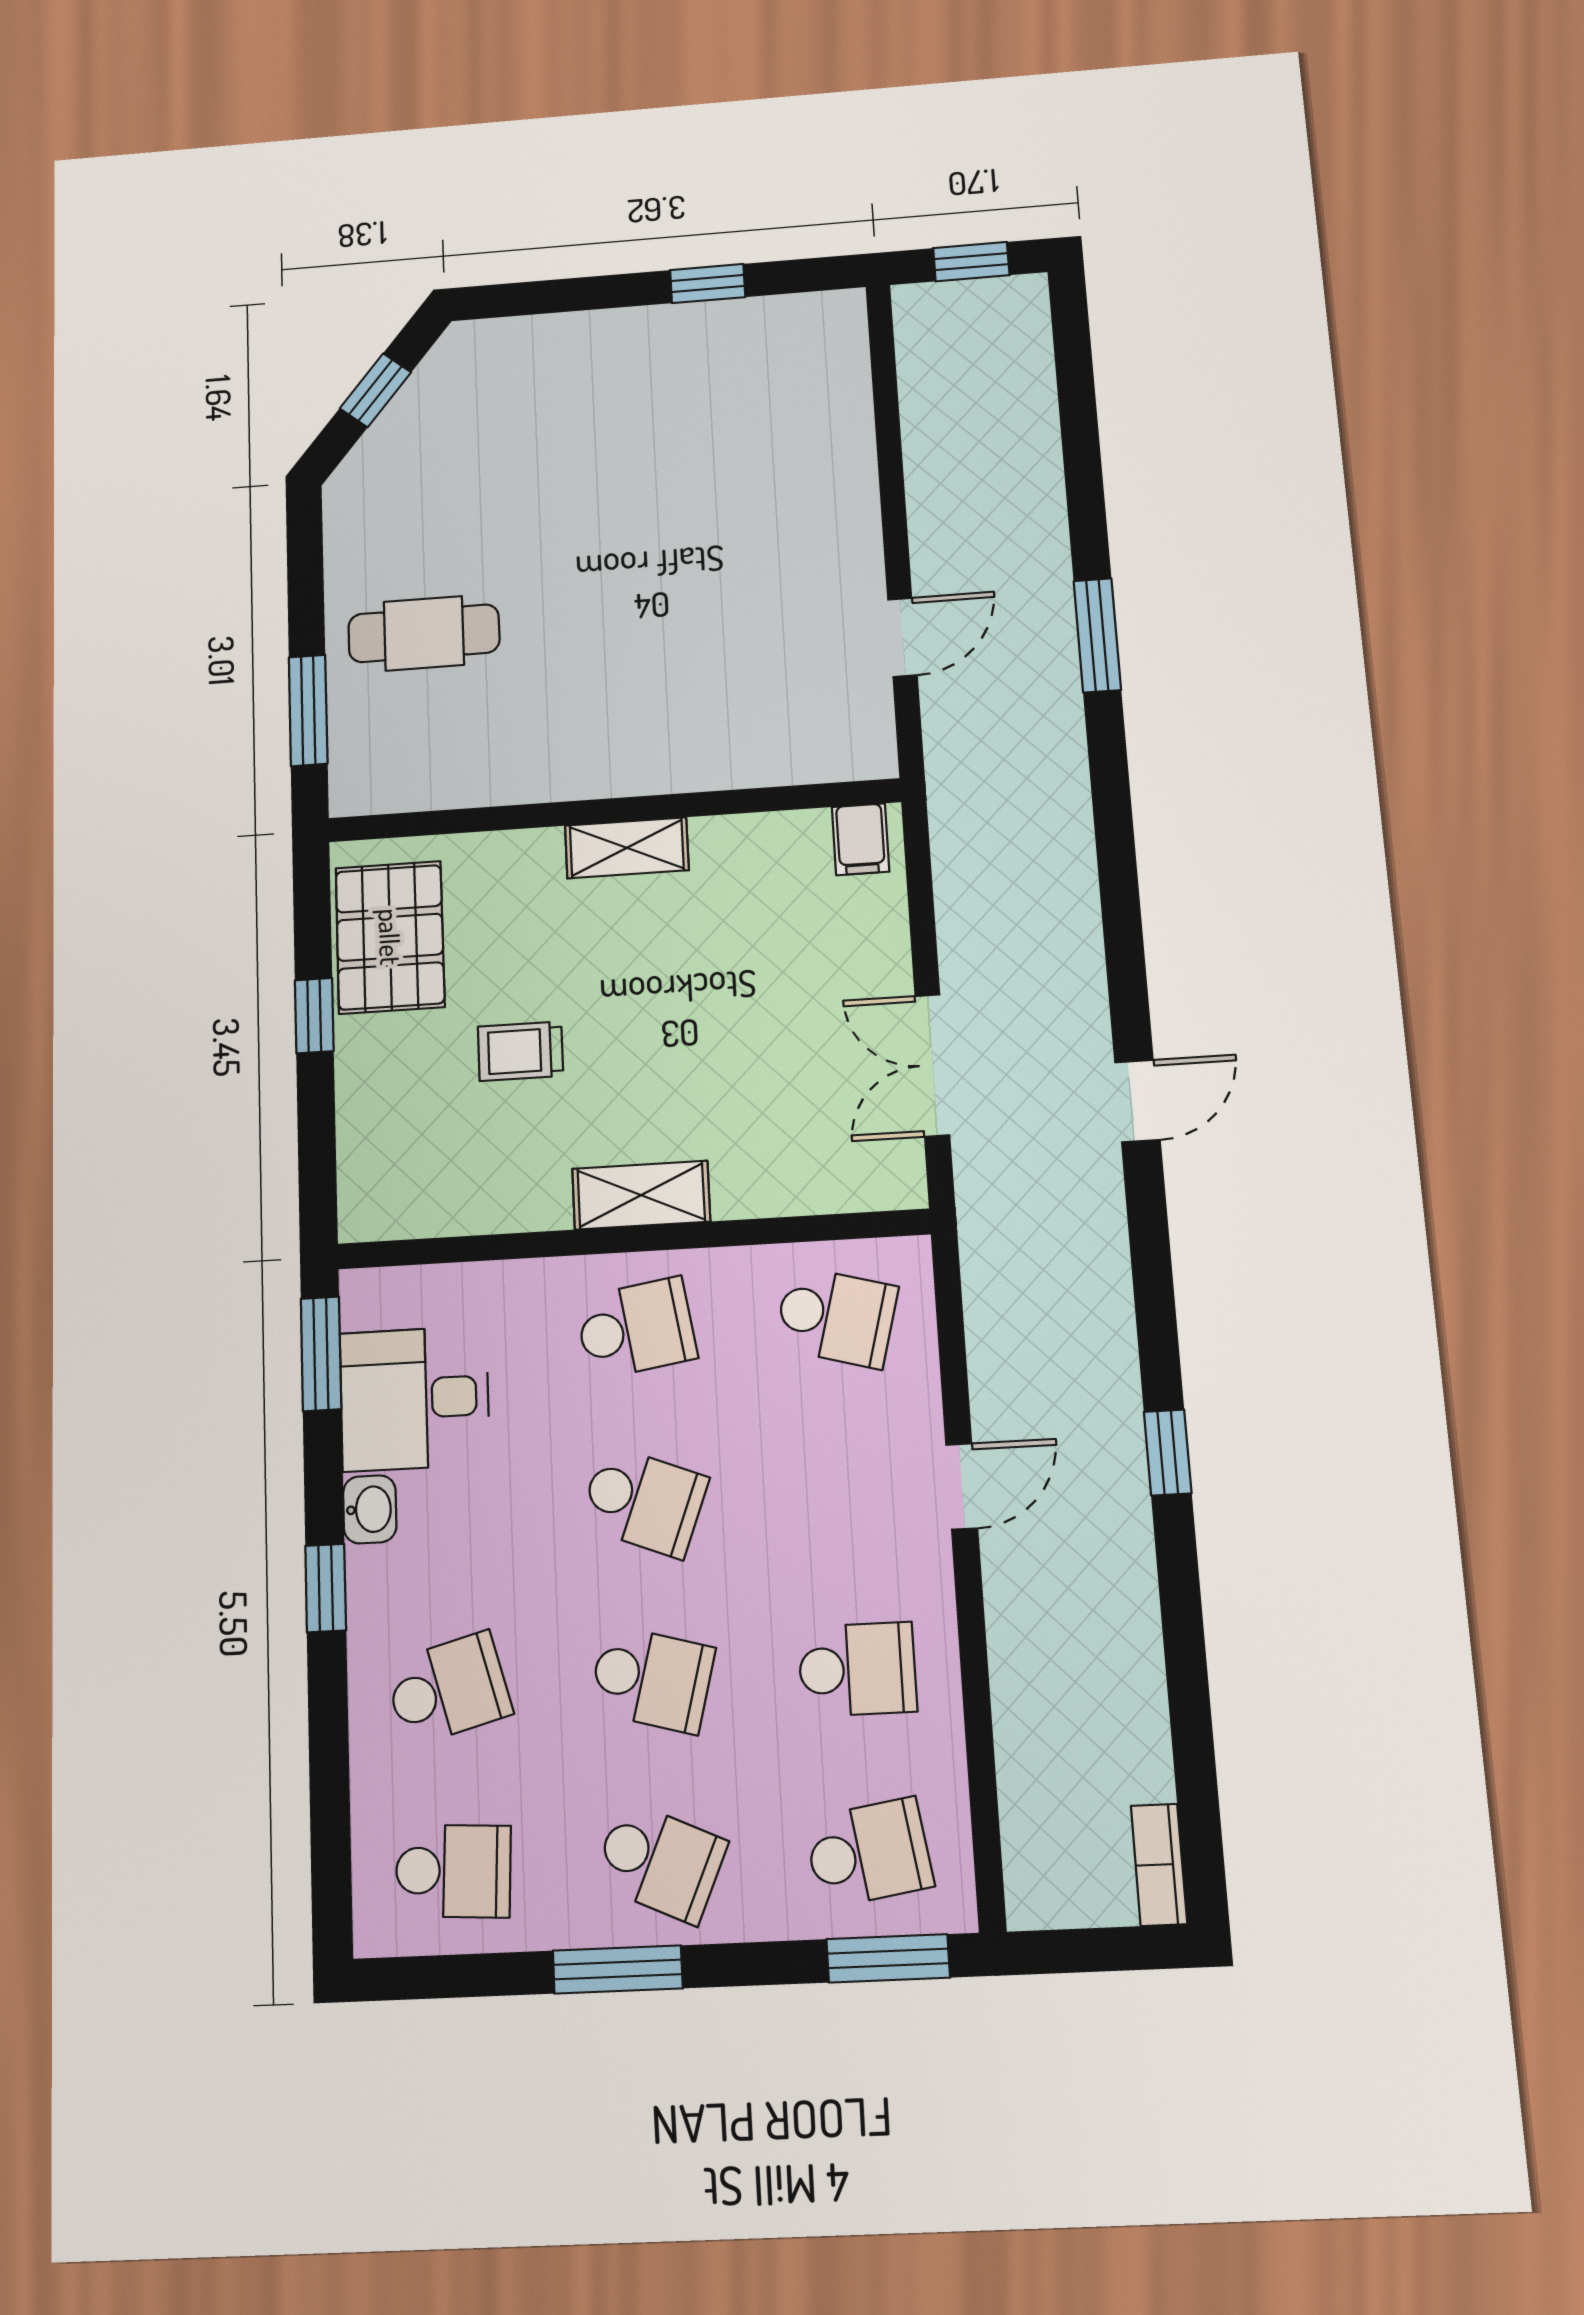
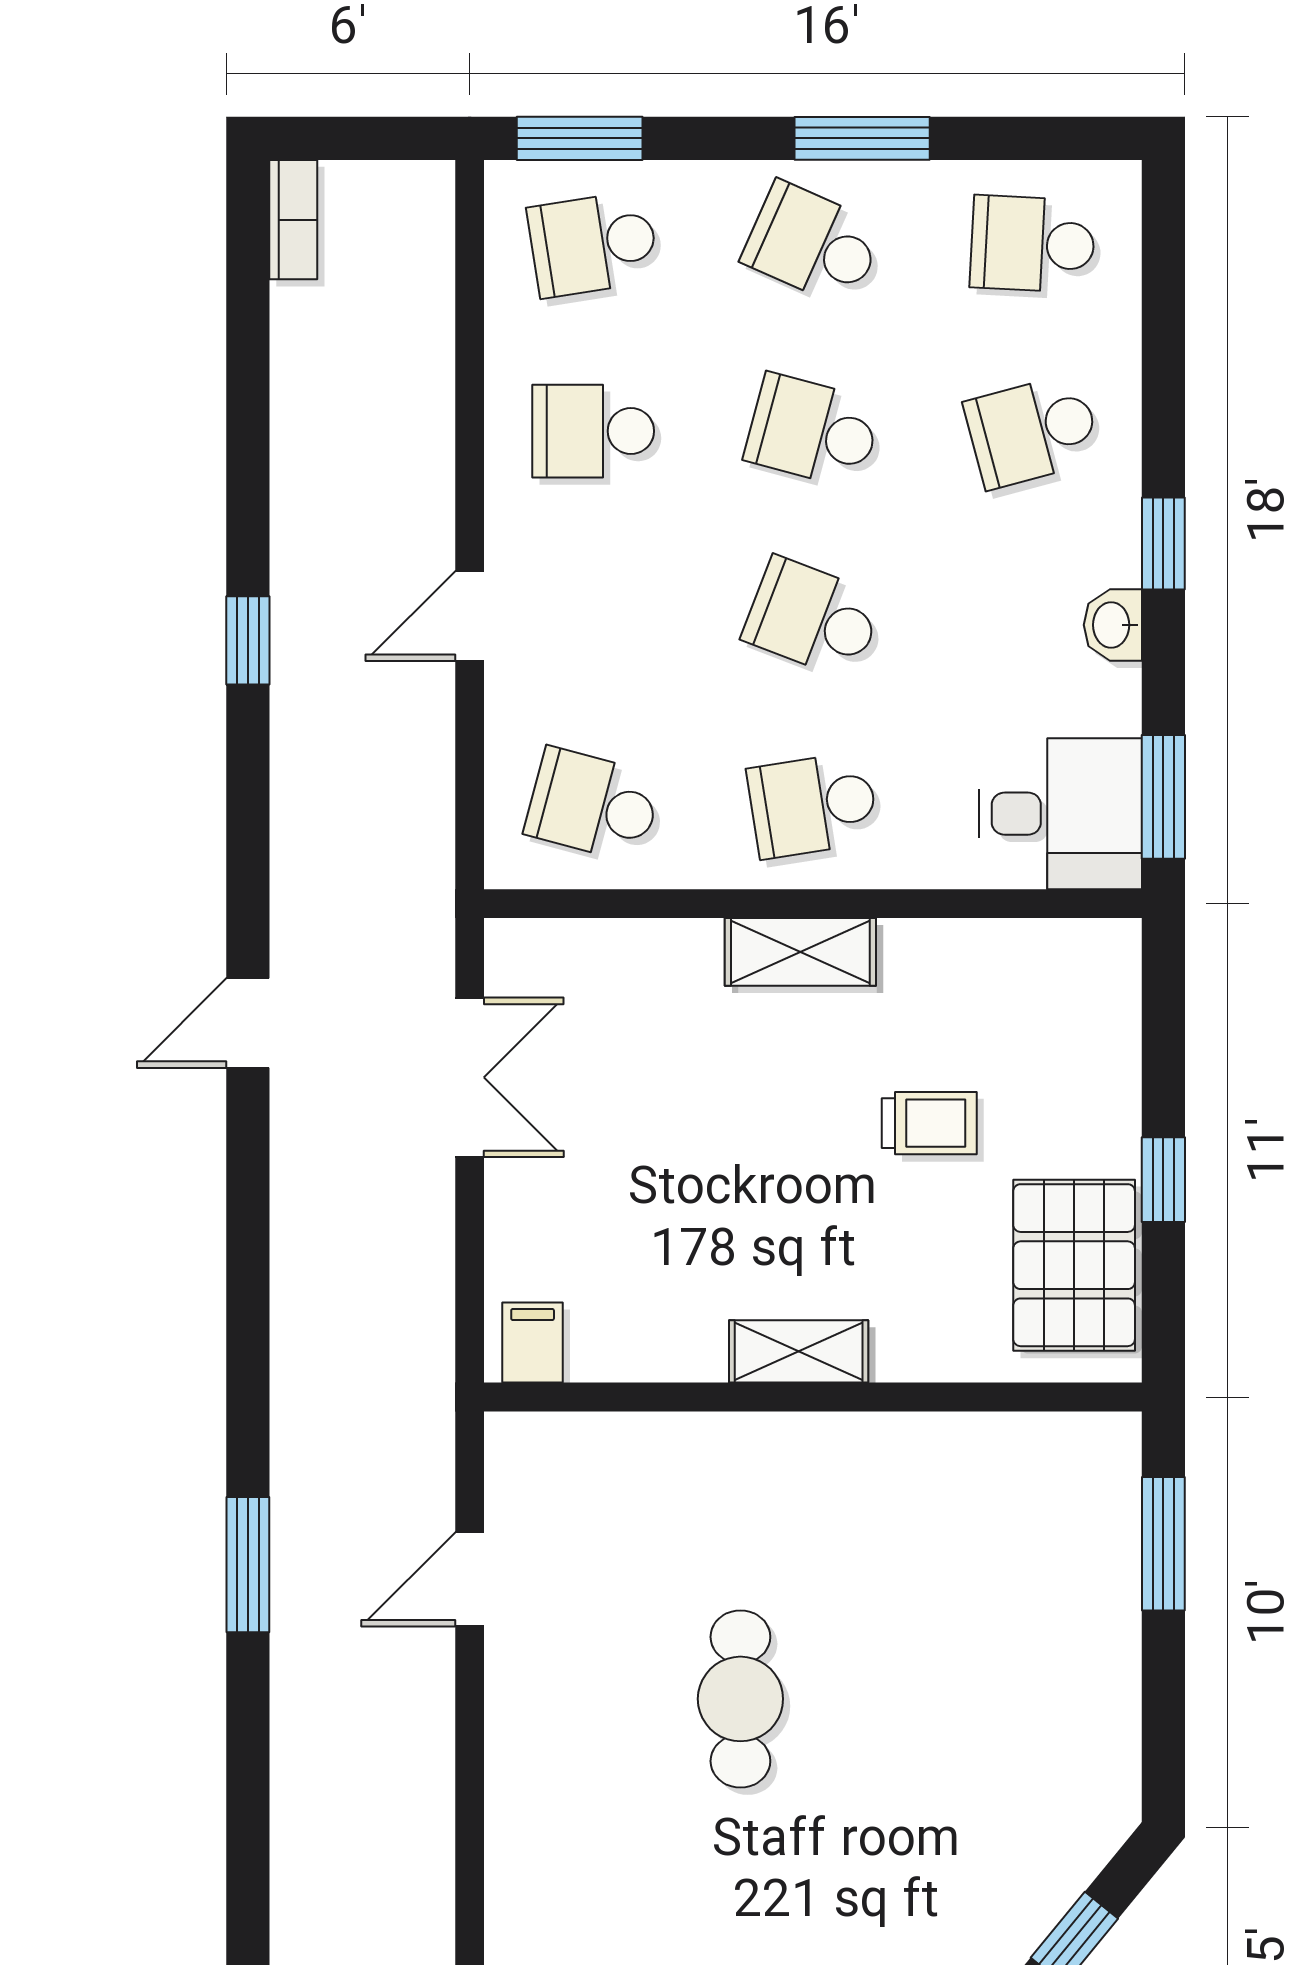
cafe table: (424, 633) -> (740, 1699), moved, turned 90
desk: (414, 1399) -> (1060, 814), moved

